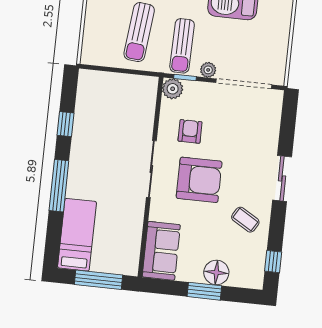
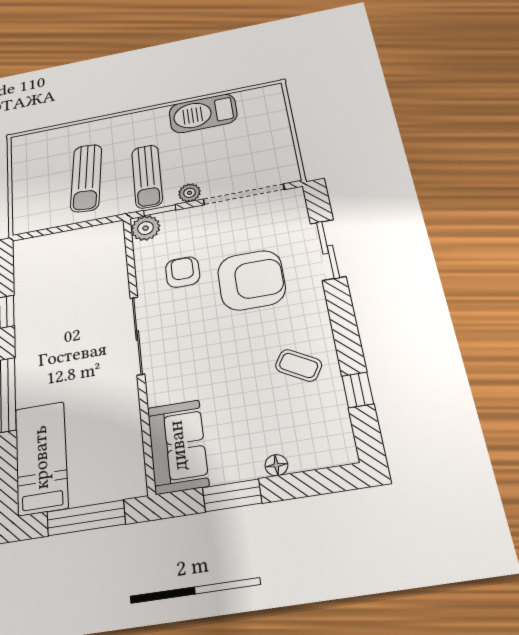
sliding door: (282, 178) -> (328, 250), moved
armchair: (199, 180) -> (251, 280), moved
window: (273, 262) -> (358, 390), moved
floor lamp: (216, 272) -> (276, 465), width x0.53, depth x0.53
window: (204, 291) -> (232, 495), moved

